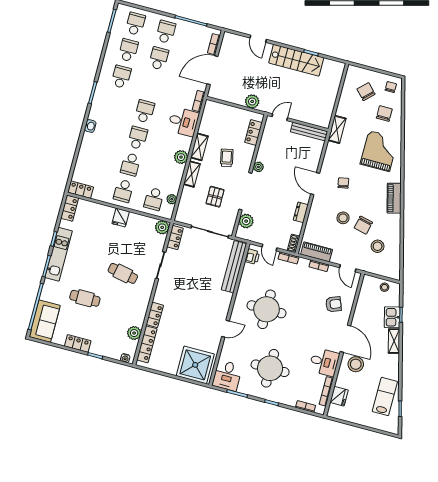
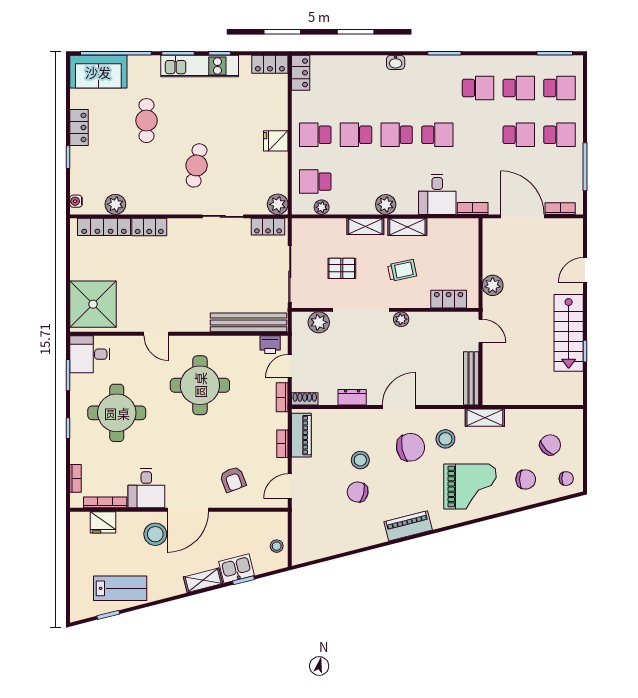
school desk: (138, 138) -> (397, 135), turned 180
chair: (343, 183) -> (411, 447), width x1.87, depth x1.87
stool: (378, 246) -> (445, 439), moved

